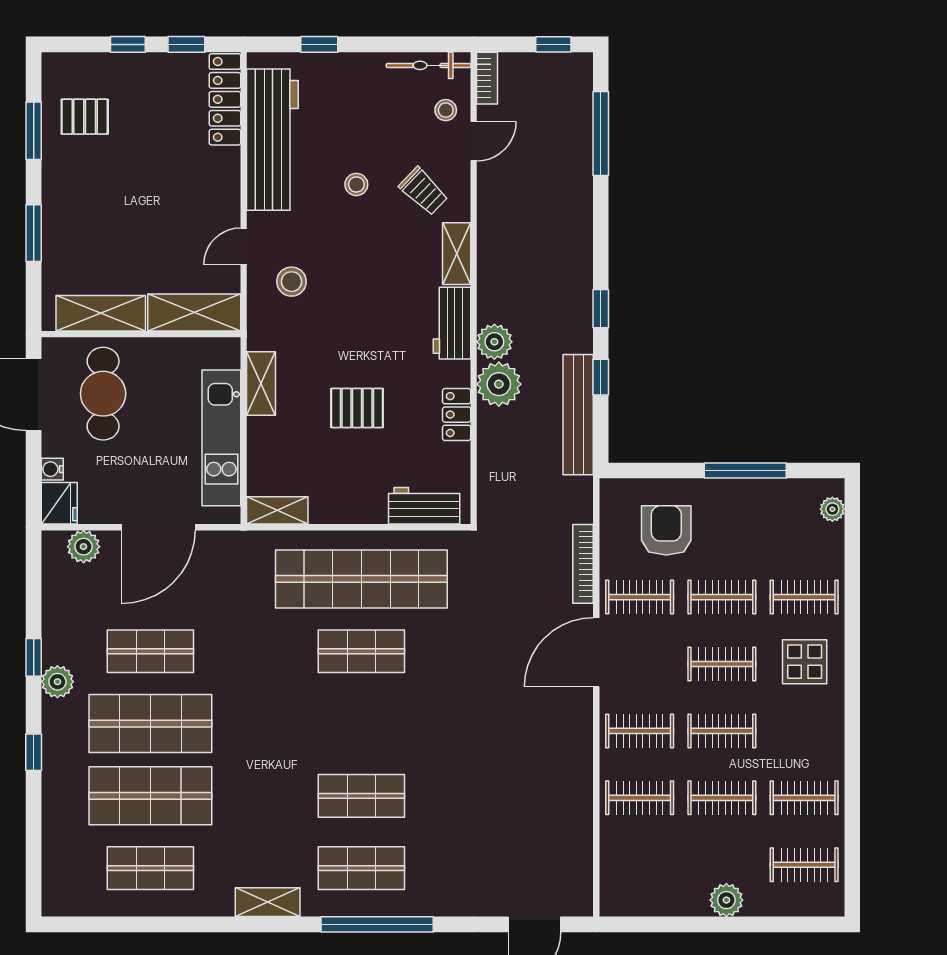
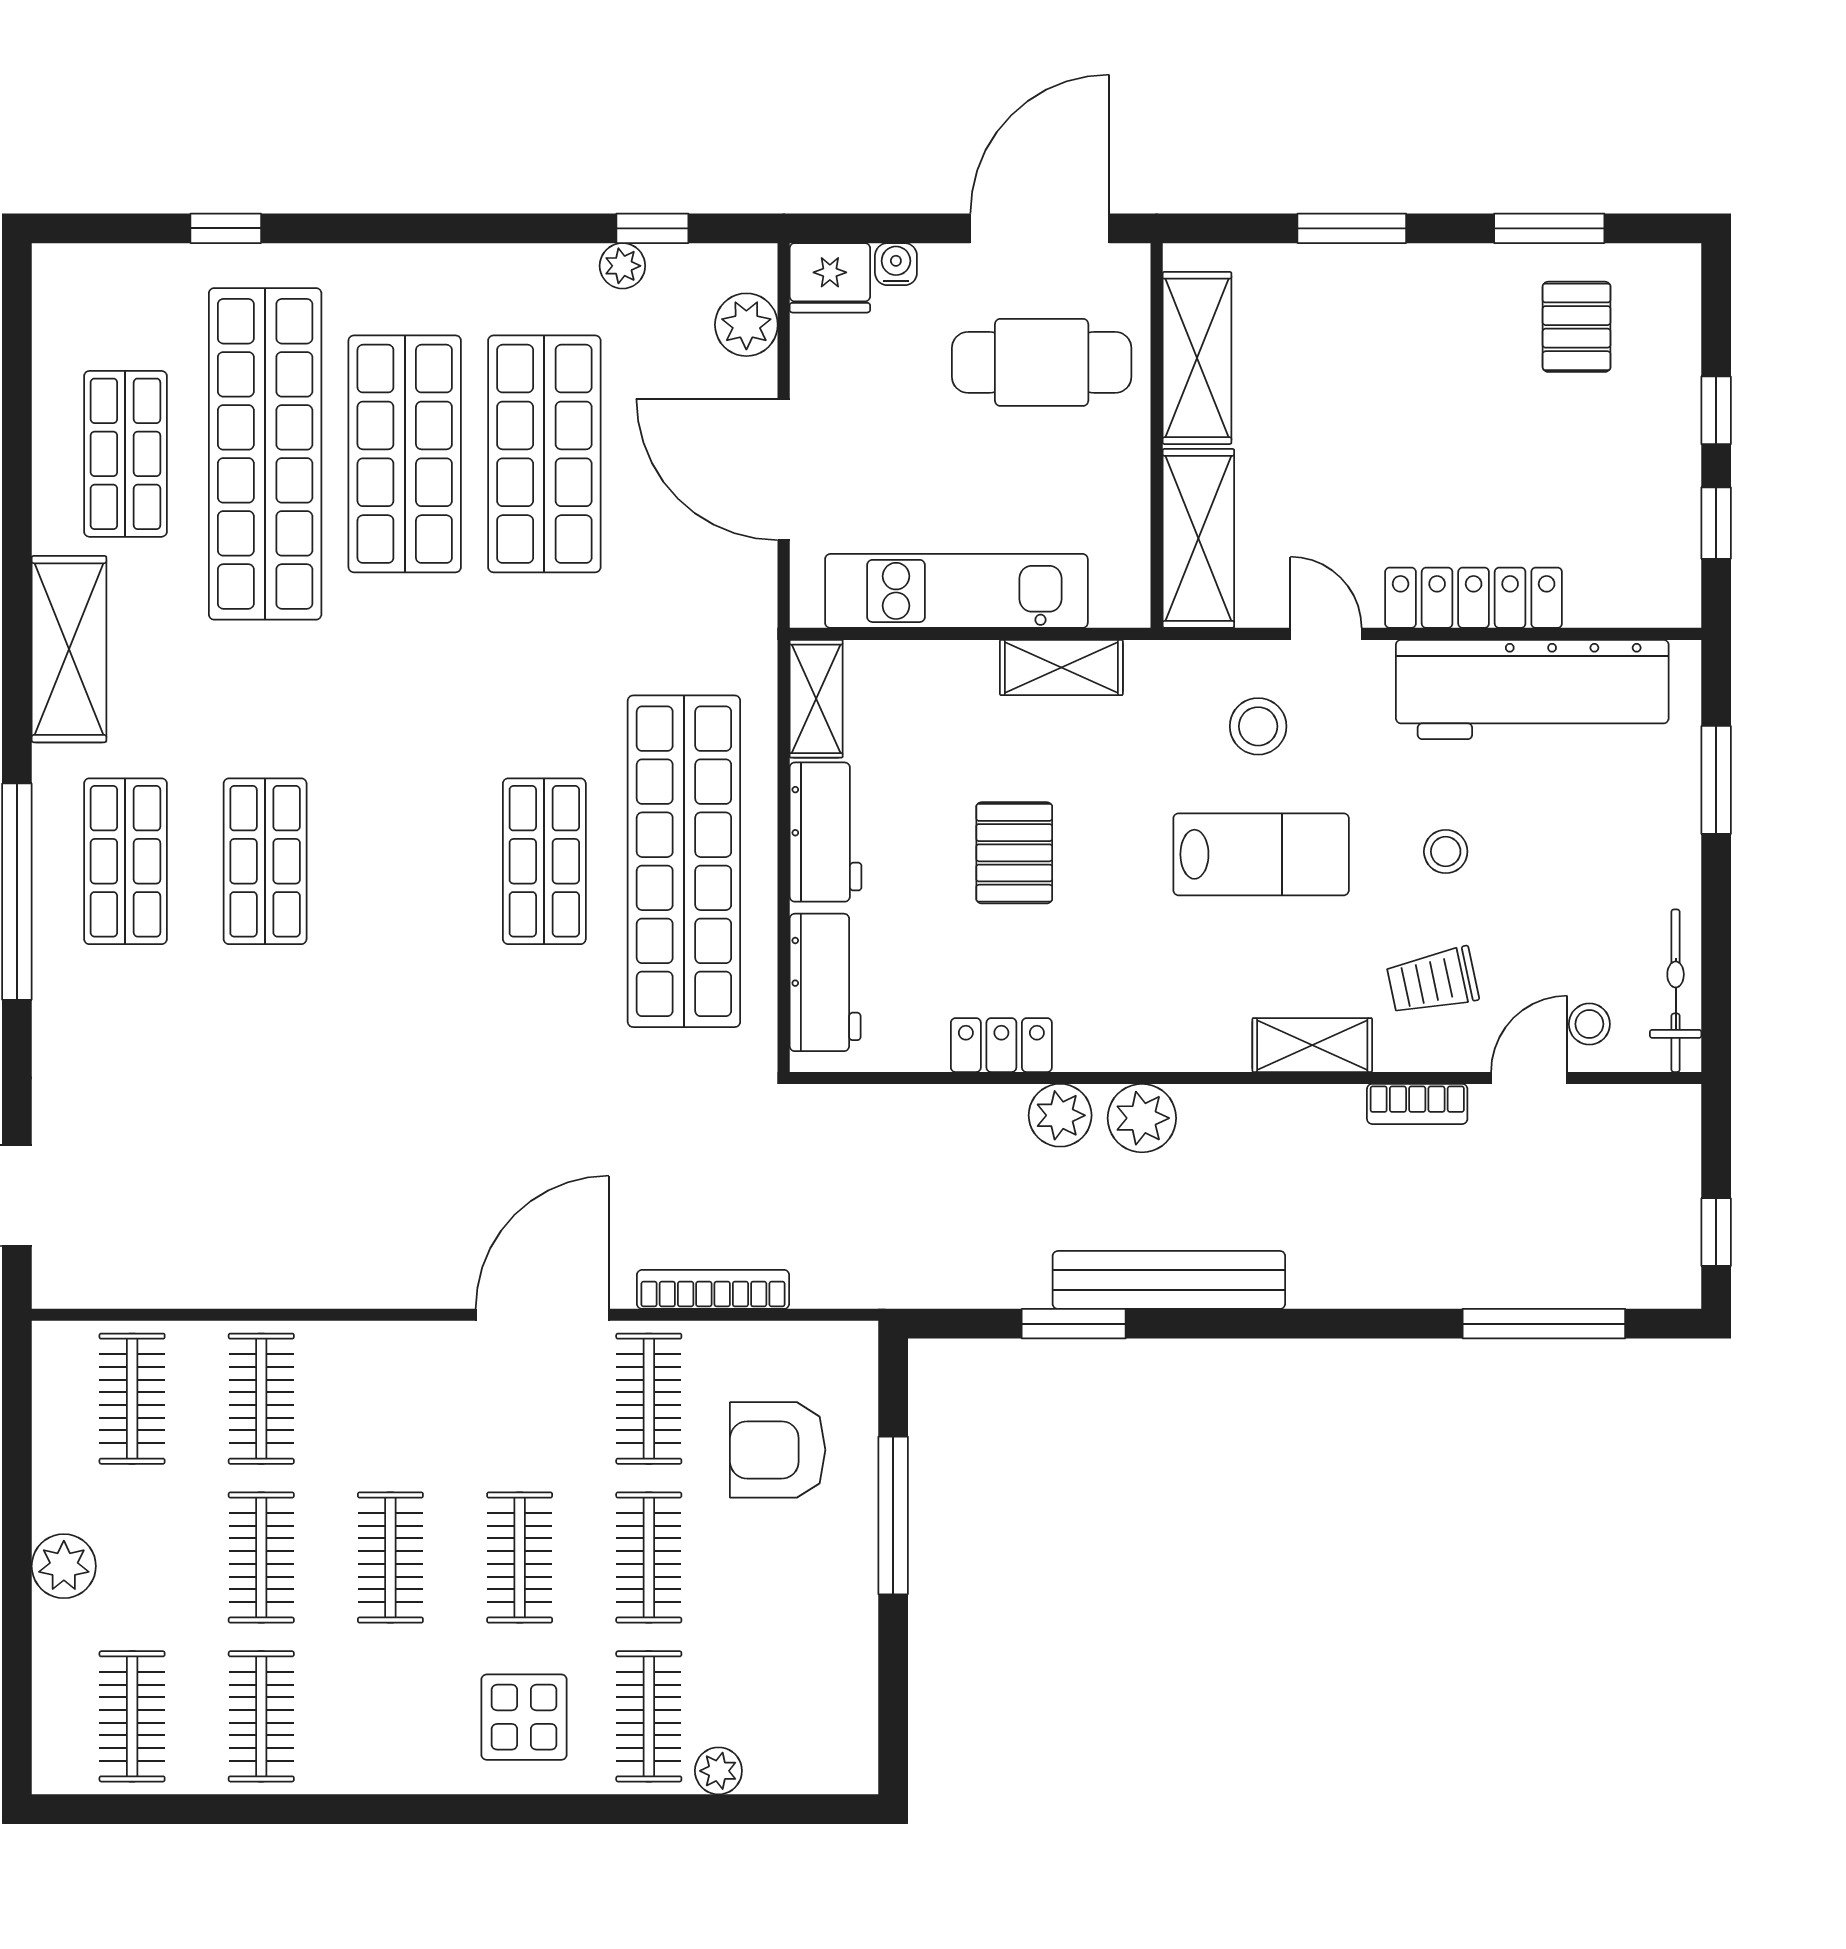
window: (319, 44) -> (1716, 780), width x1.50
bookcase: (487, 78) -> (1417, 1104), moved
locker: (225, 99) -> (1474, 598), moved
door: (474, 141) -> (1529, 1078), swing flipped
trolley: (423, 191) -> (1433, 981), turned 34
lab bench: (358, 280) -> (1261, 854), added
window: (601, 309) -> (1206, 1324), removed
workbench: (452, 323) -> (825, 832), moved, turned 90
window: (601, 377) -> (1074, 1324), width x1.50
plant: (499, 384) -> (1060, 1115), width x0.73, depth x0.73
bench: (578, 415) -> (1169, 1280), moved
window: (745, 471) -> (893, 1515), moved
plant: (832, 509) -> (718, 1771), moved
armchair: (666, 530) -> (778, 1450), turned 180
shop shelf: (150, 651) -> (544, 454), width x1.43, depth x1.36
door: (596, 652) -> (542, 1315), hinge flipped
window: (34, 657) -> (652, 228), moved
plant: (57, 682) -> (622, 266), moved, width x0.73, depth x0.73
clothes rail: (640, 731) -> (132, 1399), moved
window: (34, 752) -> (226, 228), moved
shop shelf: (150, 796) -> (265, 454), width x1.40
shelving: (268, 902) -> (69, 649), width x1.50, depth x1.33

